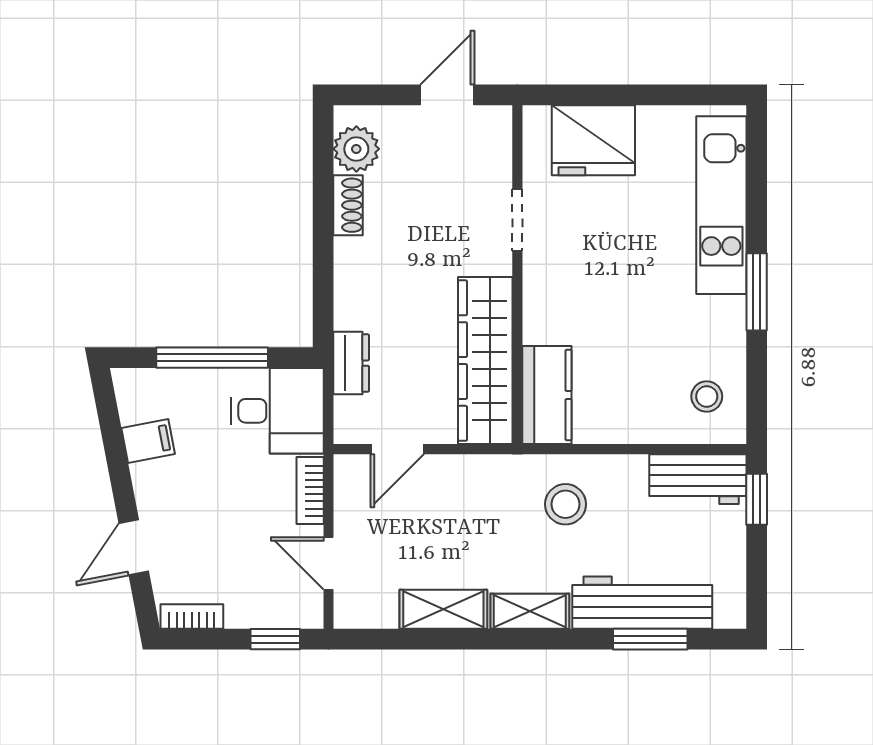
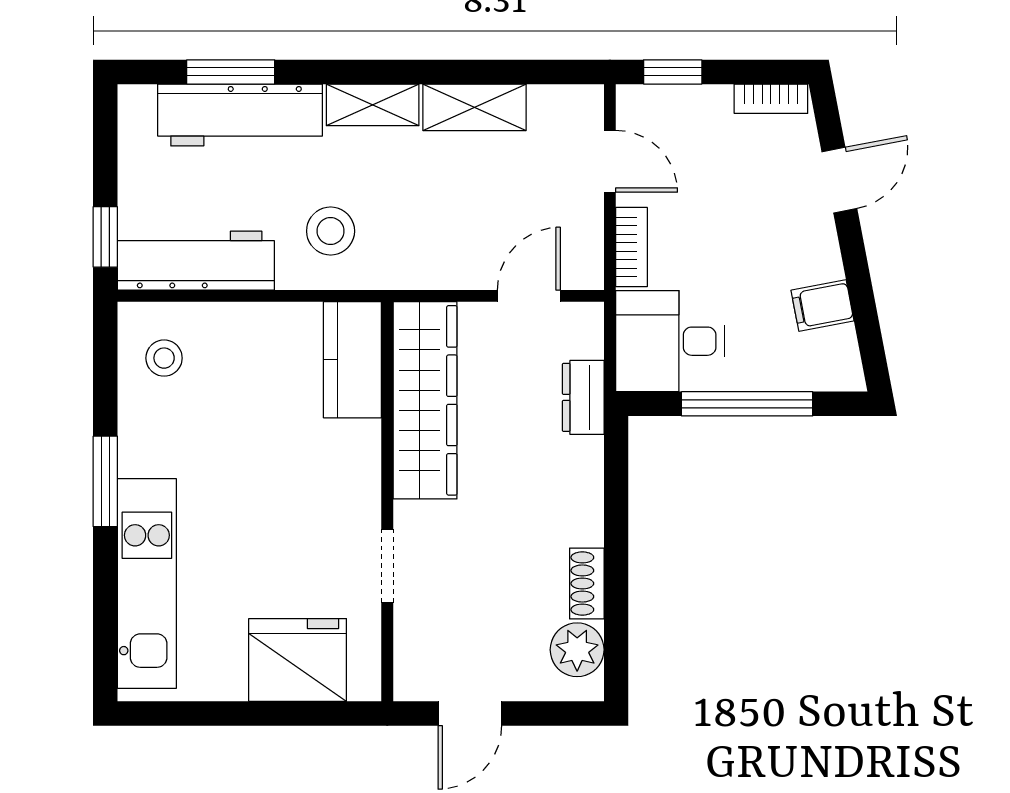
workbench: (698, 479) -> (196, 261), width x1.37

